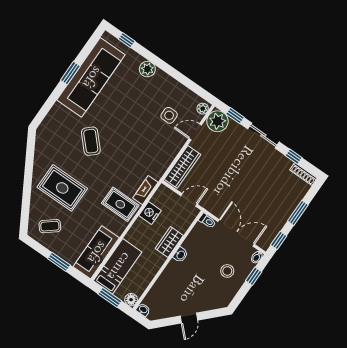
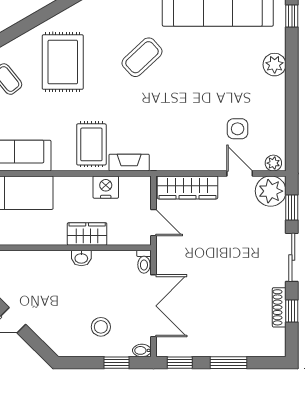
shoe rack: (303, 174) -> (279, 307), moved

